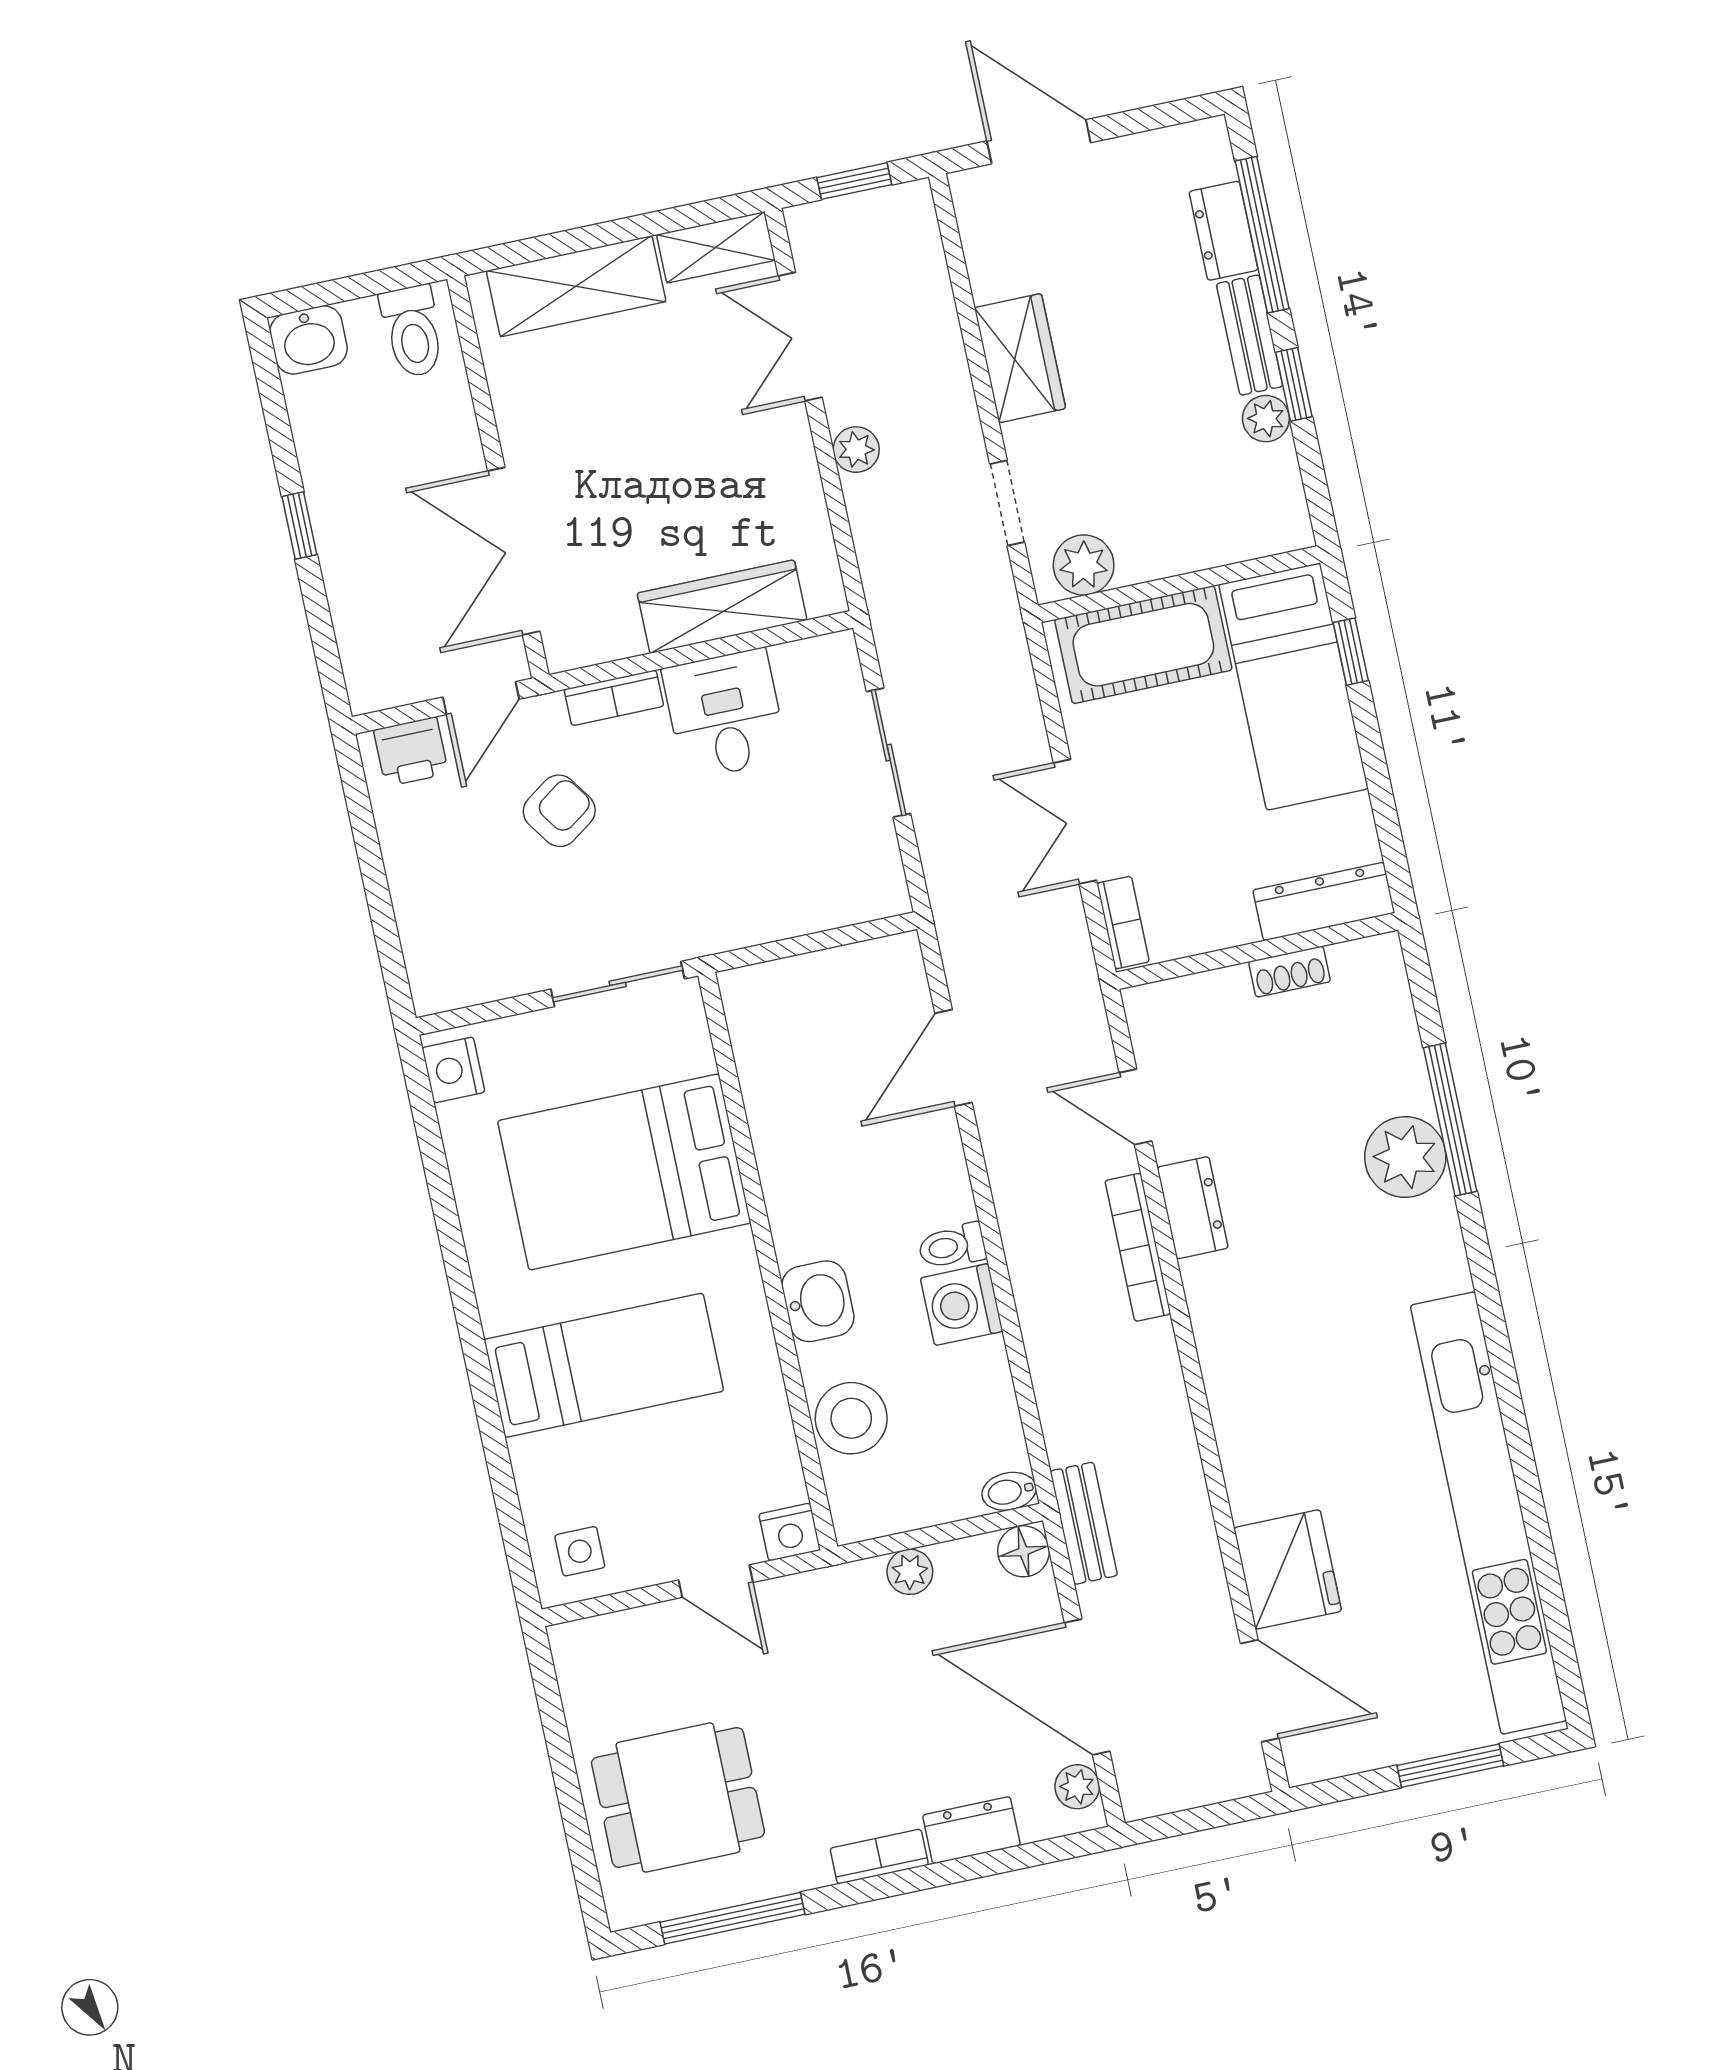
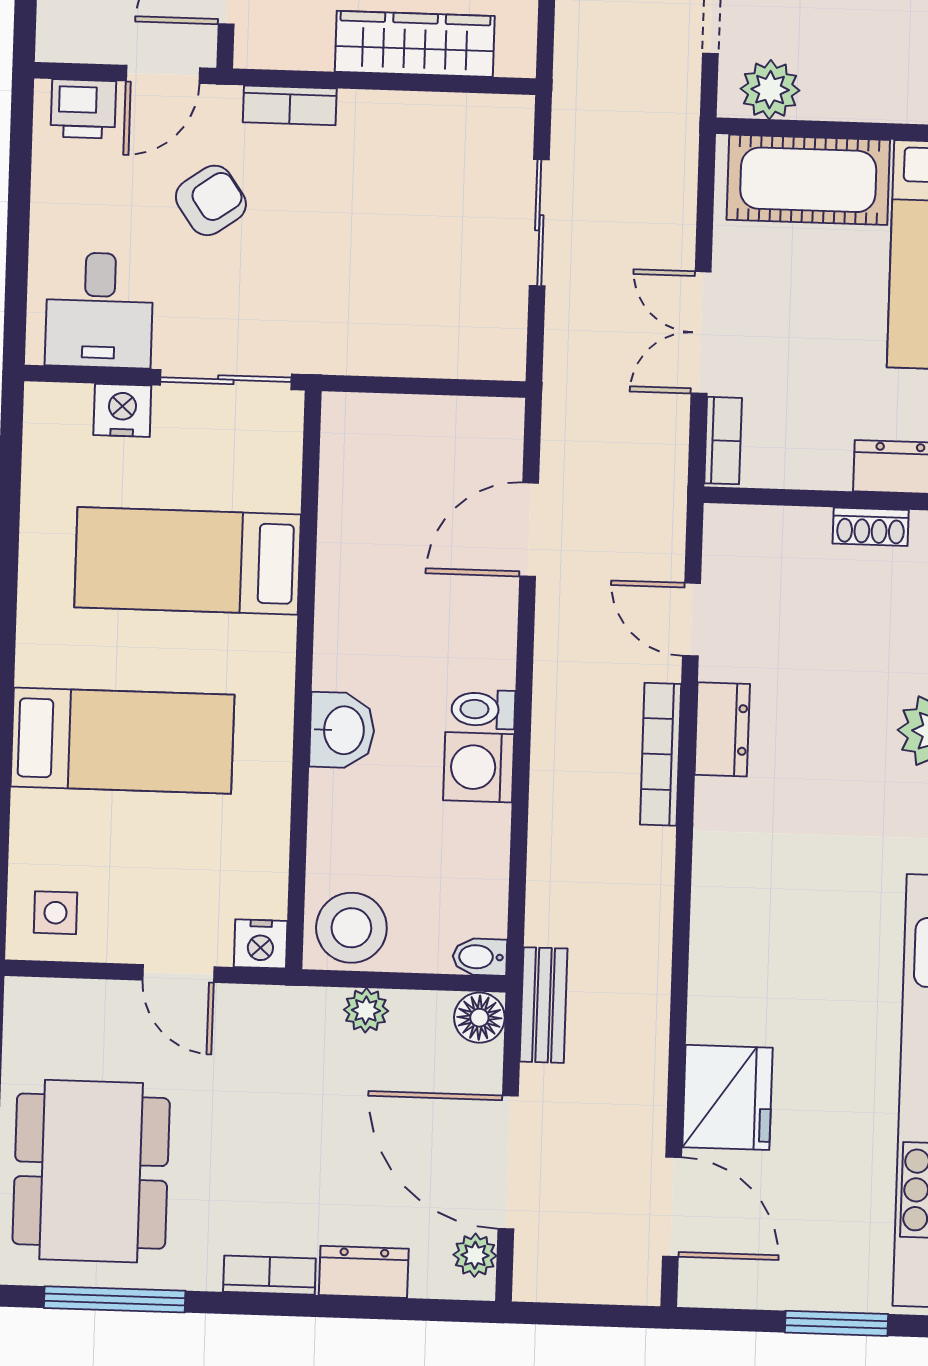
desk: (725, 714) -> (99, 310), moved, turned 180
nightstand: (453, 1070) -> (122, 410), moved, turned 90
bed: (624, 1172) -> (188, 561), width x0.67
stool: (851, 1418) -> (351, 928), moved
dining table: (678, 1797) -> (91, 1171), width x1.38

